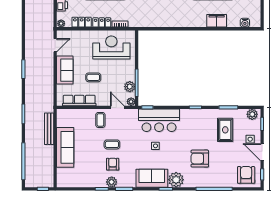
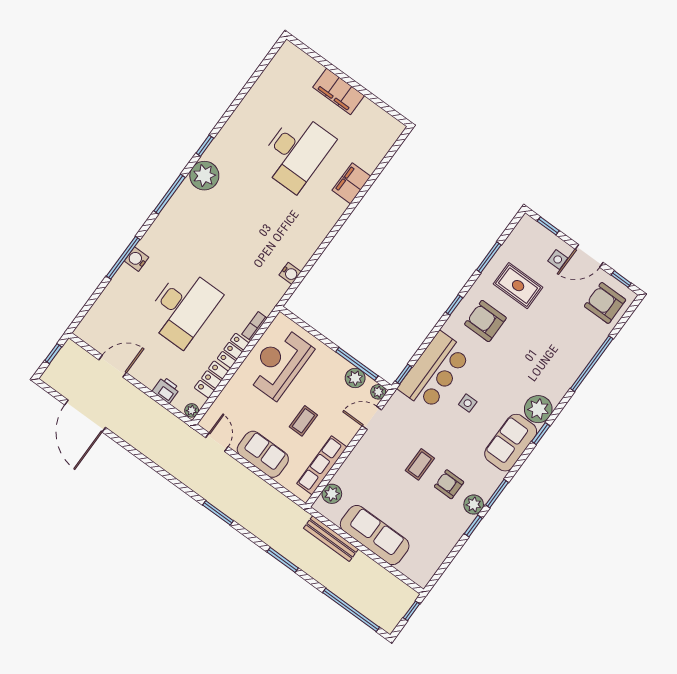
water cooler: (245, 23) -> (290, 273), moved
plant: (252, 114) -> (332, 494), moved
coffee table: (100, 120) -> (372, 455), removed
armchair: (200, 159) -> (485, 321), moved, turned 90

